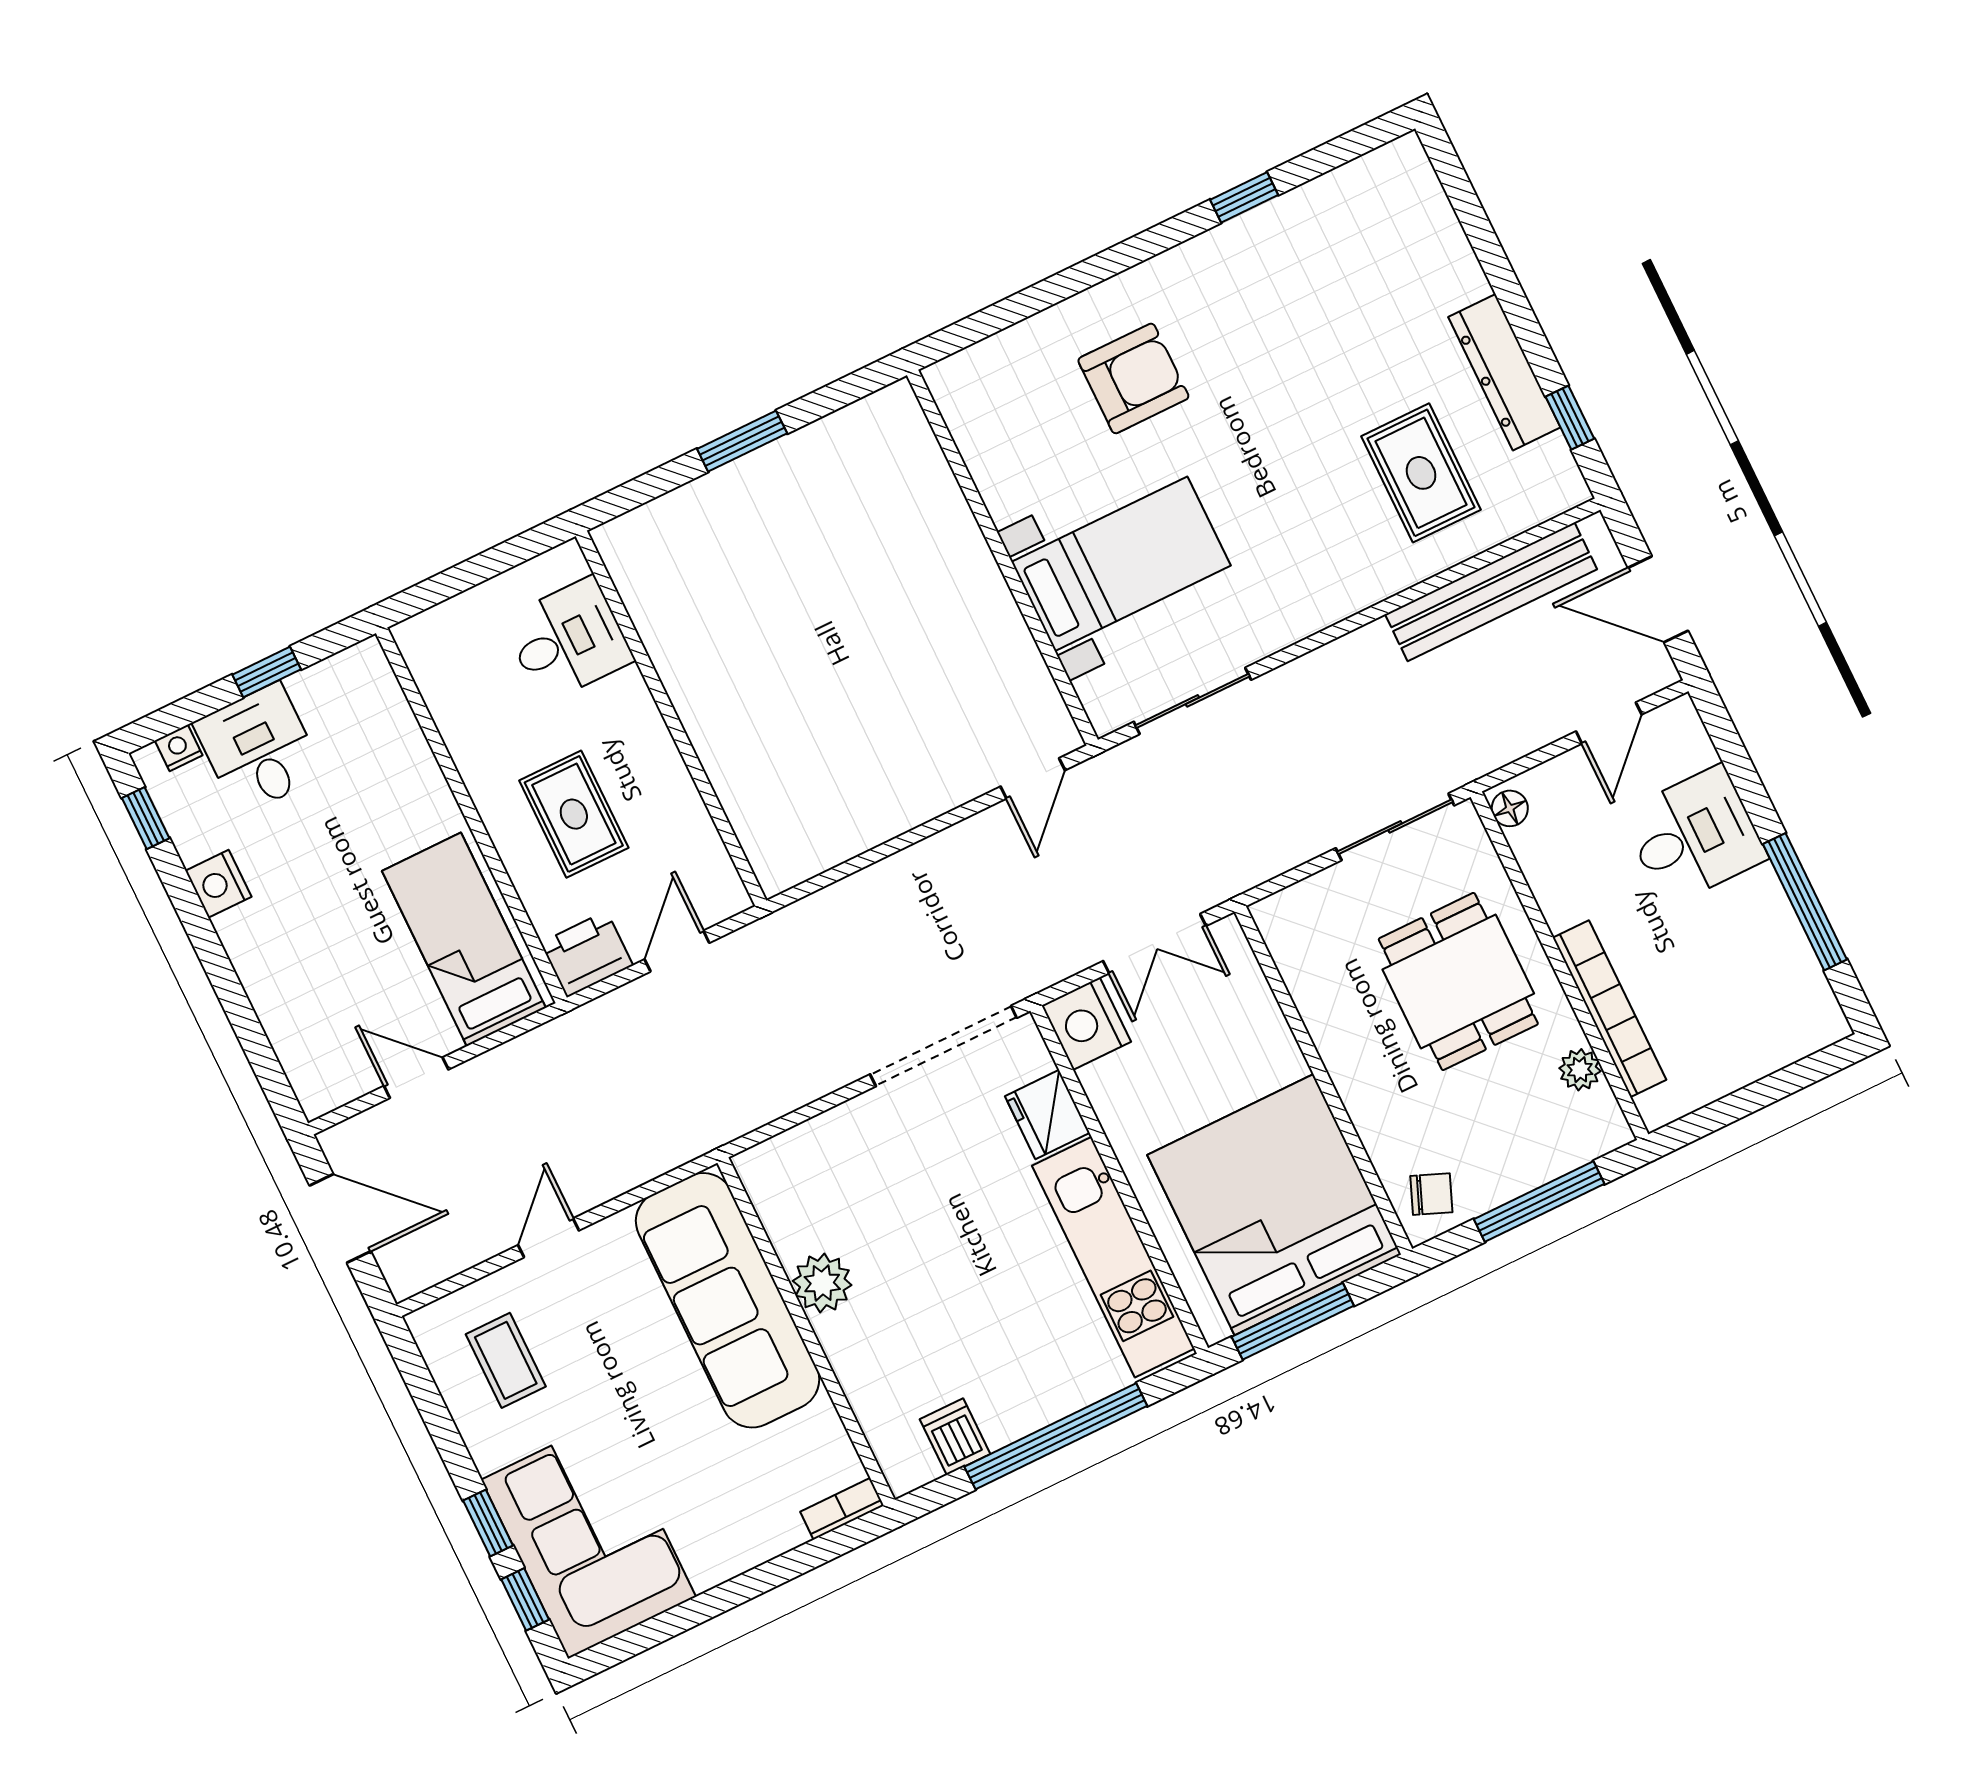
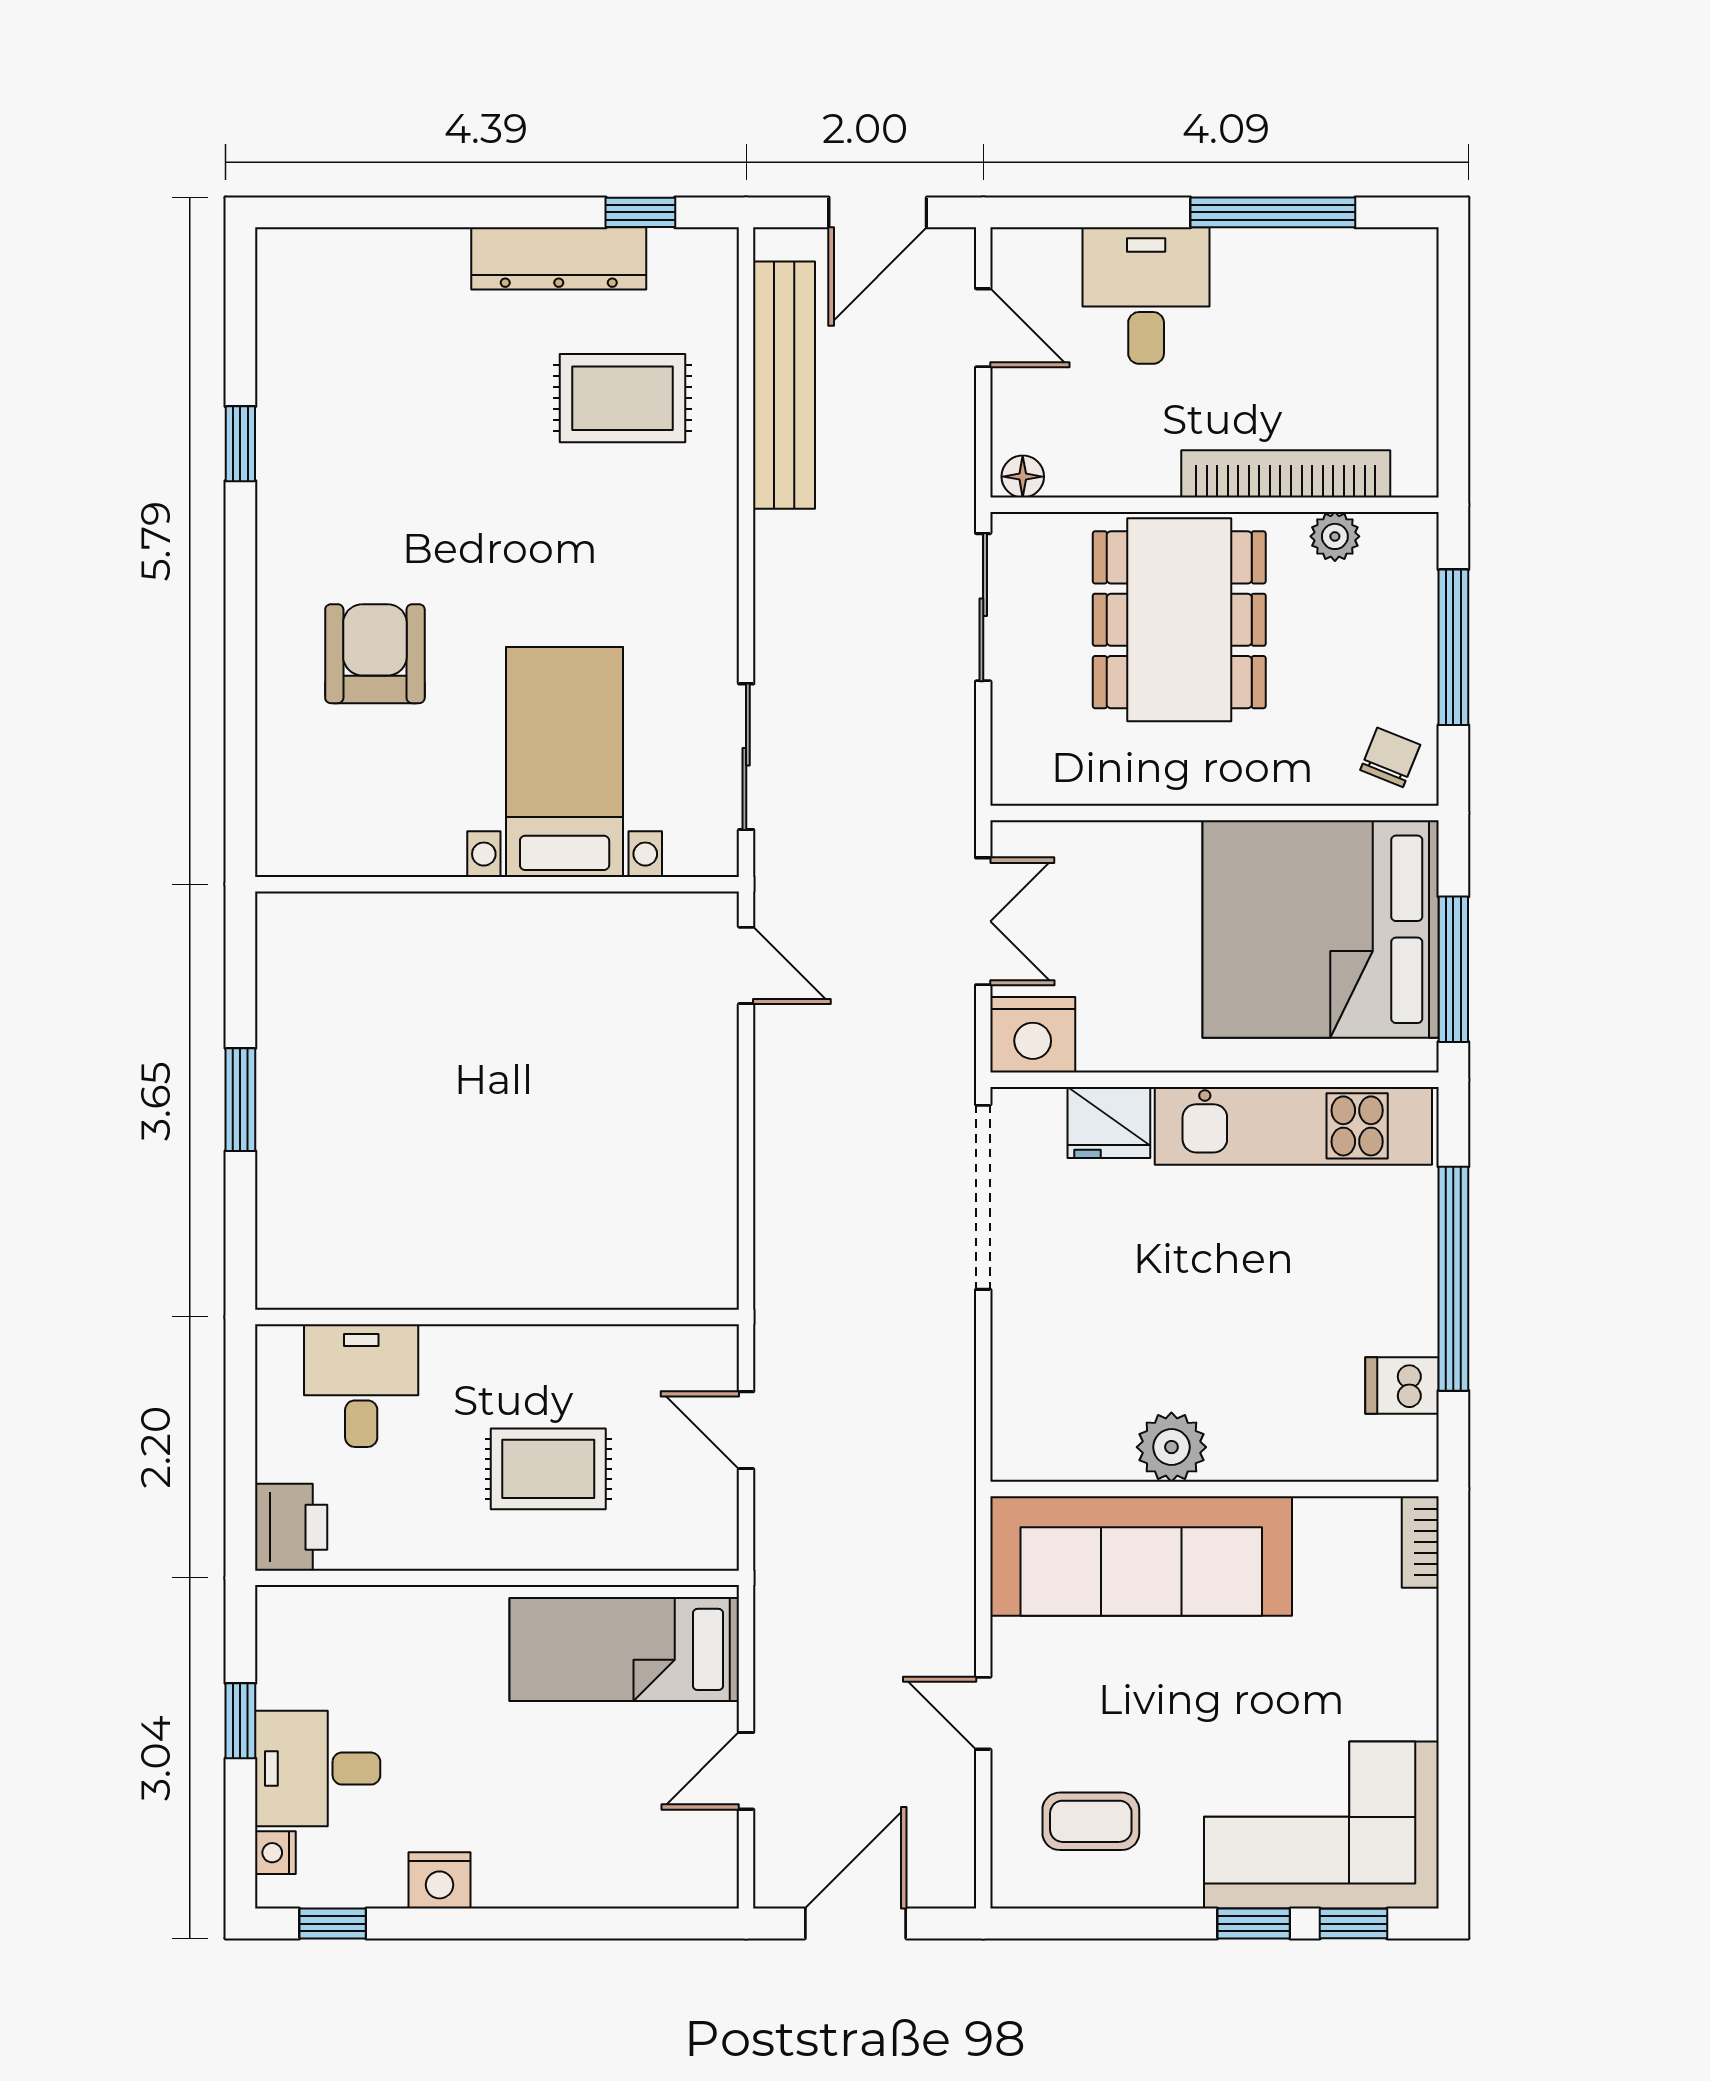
printer: (587, 954) -> (291, 1527), moved, turned 180
dining table: (1458, 981) -> (1179, 620), width x1.38

